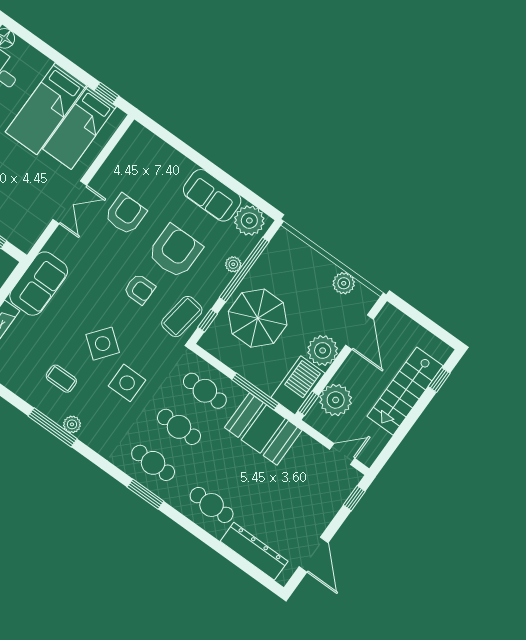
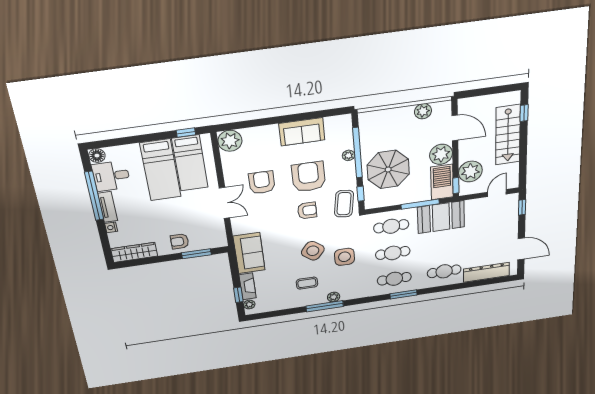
plant: (249, 221) -> (230, 141), moved

